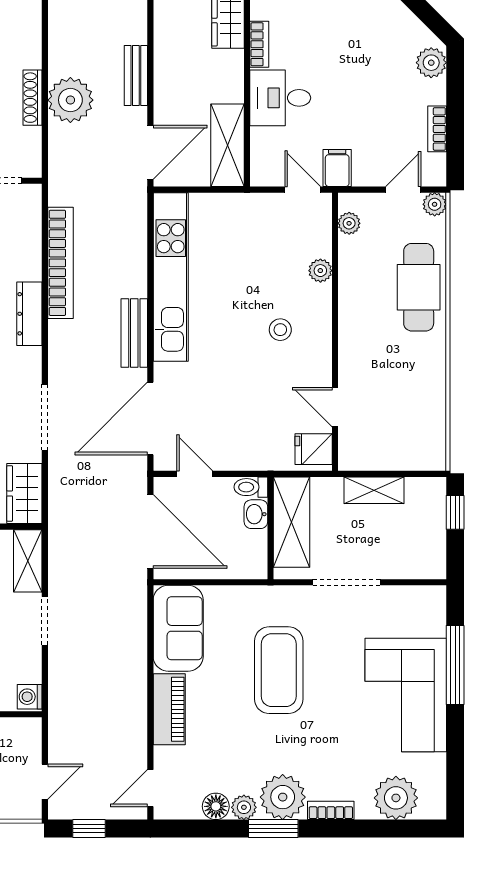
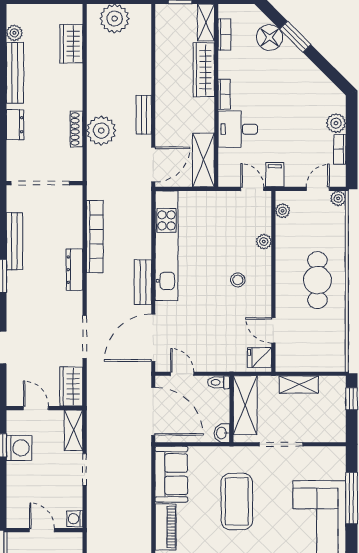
plant: (431, 63) -> (336, 123), moved
cafe table: (419, 287) -> (317, 280), moved
washbasin: (256, 514) -> (222, 433), moved

